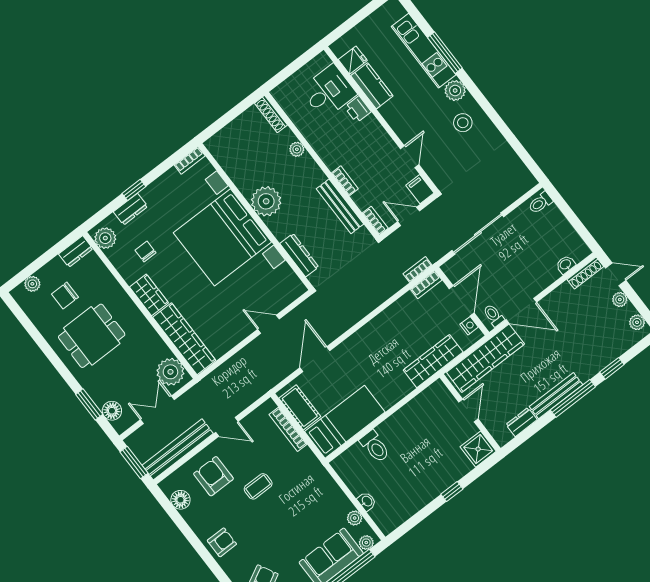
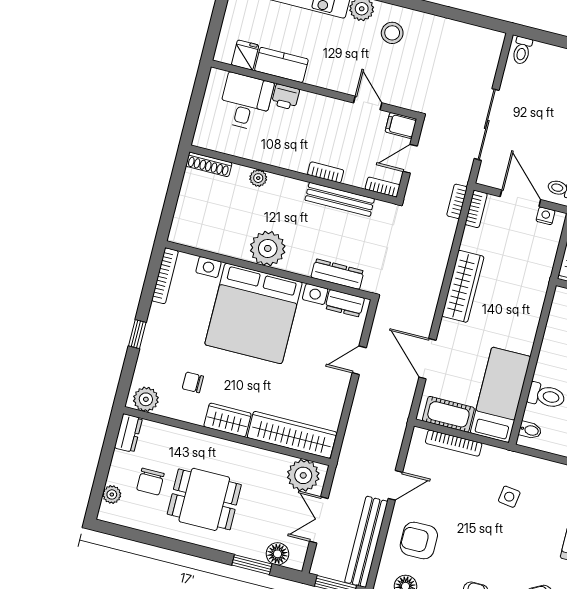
bookcase: (190, 160) -> (165, 276), width x1.56
dresser: (131, 209) -> (345, 303), moved, turned 90
dining table: (92, 336) -> (204, 499), turned 90
wardrobe: (433, 361) -> (463, 286), moved, turned 180
bidet: (346, 461) -> (530, 430), added
coffee table: (258, 486) -> (467, 517), removed
side table: (297, 494) -> (509, 497), added

